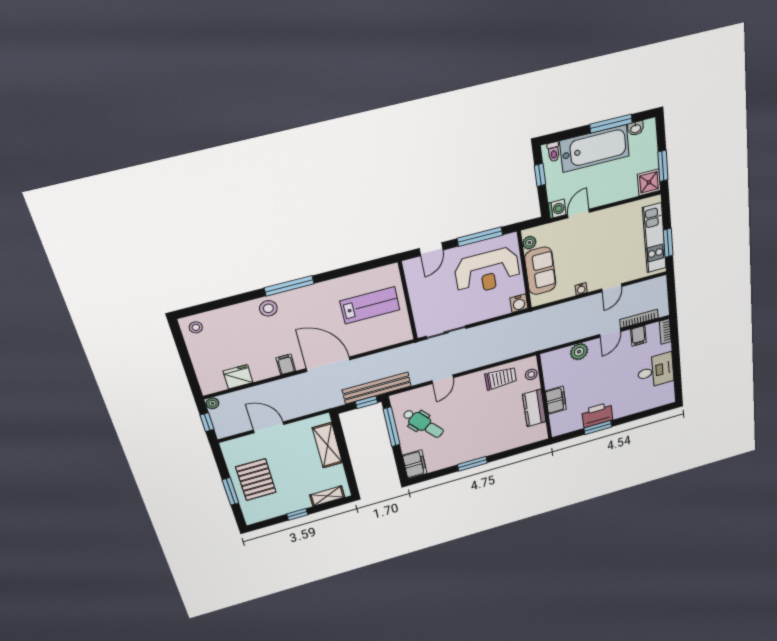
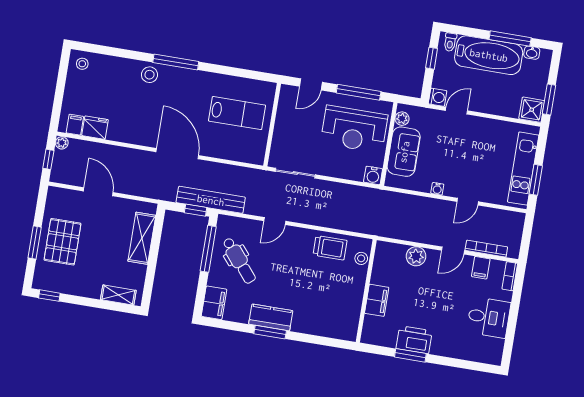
filing cabinet: (286, 364) -> (75, 125), moved
kitchen counter: (534, 408) -> (271, 317), moved, turned 90
window: (297, 514) -> (49, 296), moved

